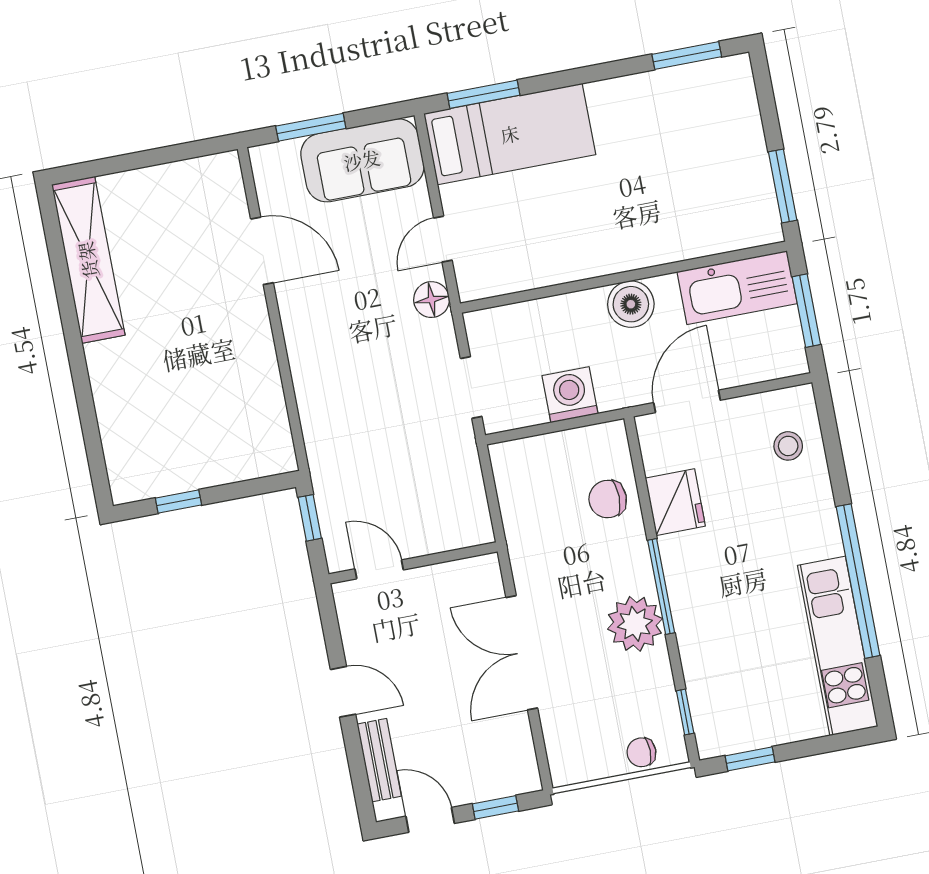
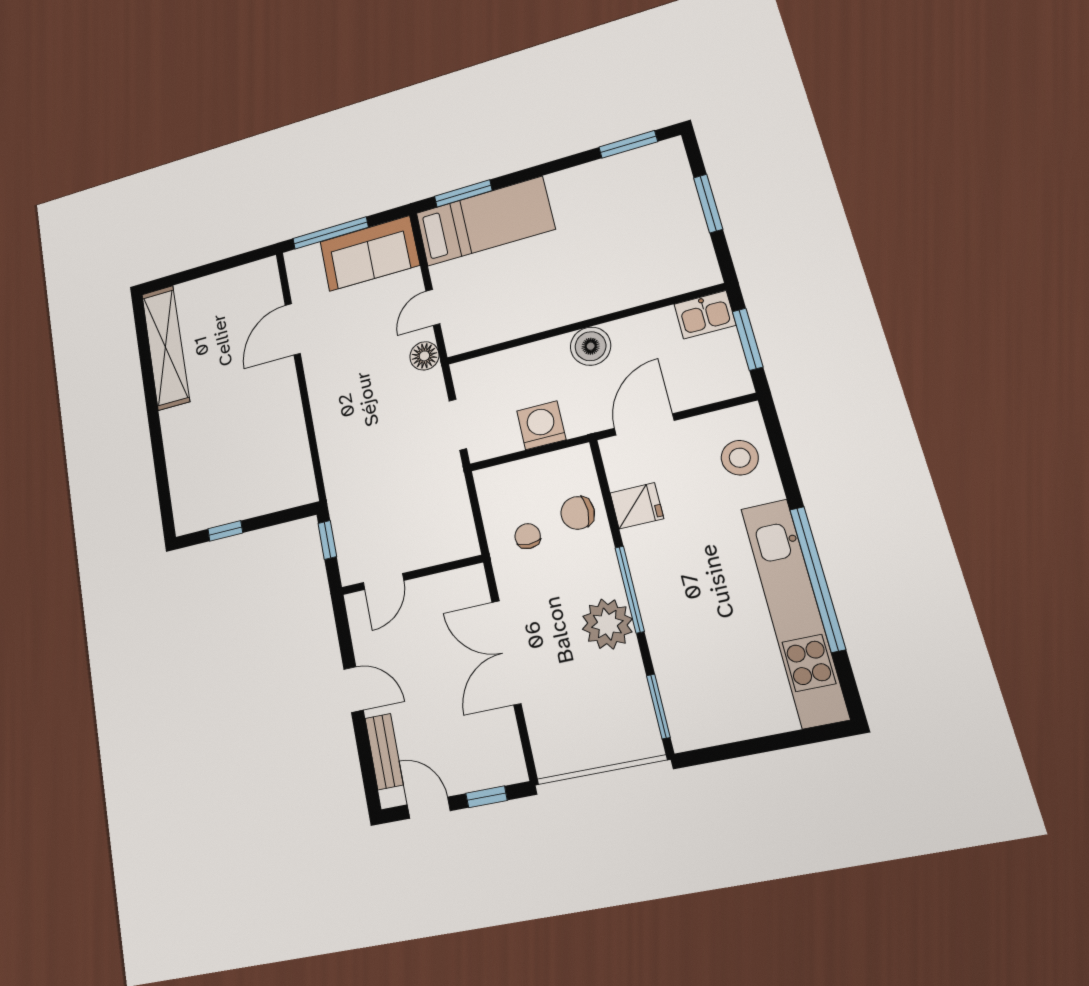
window: (311, 127) -> (330, 233), width x1.44
window: (783, 186) -> (708, 203), moved
door: (262, 251) -> (293, 329), swing flipped
kitchen sink: (737, 288) -> (705, 315), width x0.53, depth x0.81
stool: (788, 446) -> (740, 458), width x1.37, depth x1.37
fridge: (675, 502) -> (637, 506), width x0.72
door: (379, 569) -> (383, 581), swing flipped
kitchen unit: (838, 646) -> (794, 612), width x1.36
window: (685, 712) -> (658, 706), width x1.50
chair: (641, 752) -> (528, 536), moved, turned 90
window: (750, 759) -> (724, 752), removed

